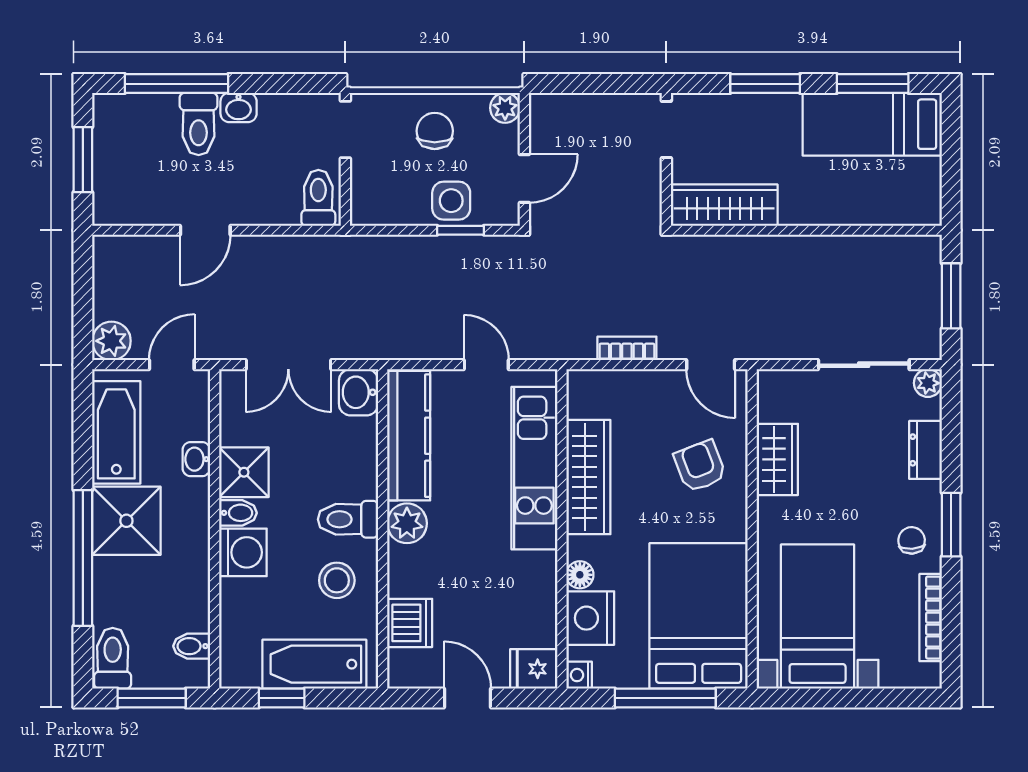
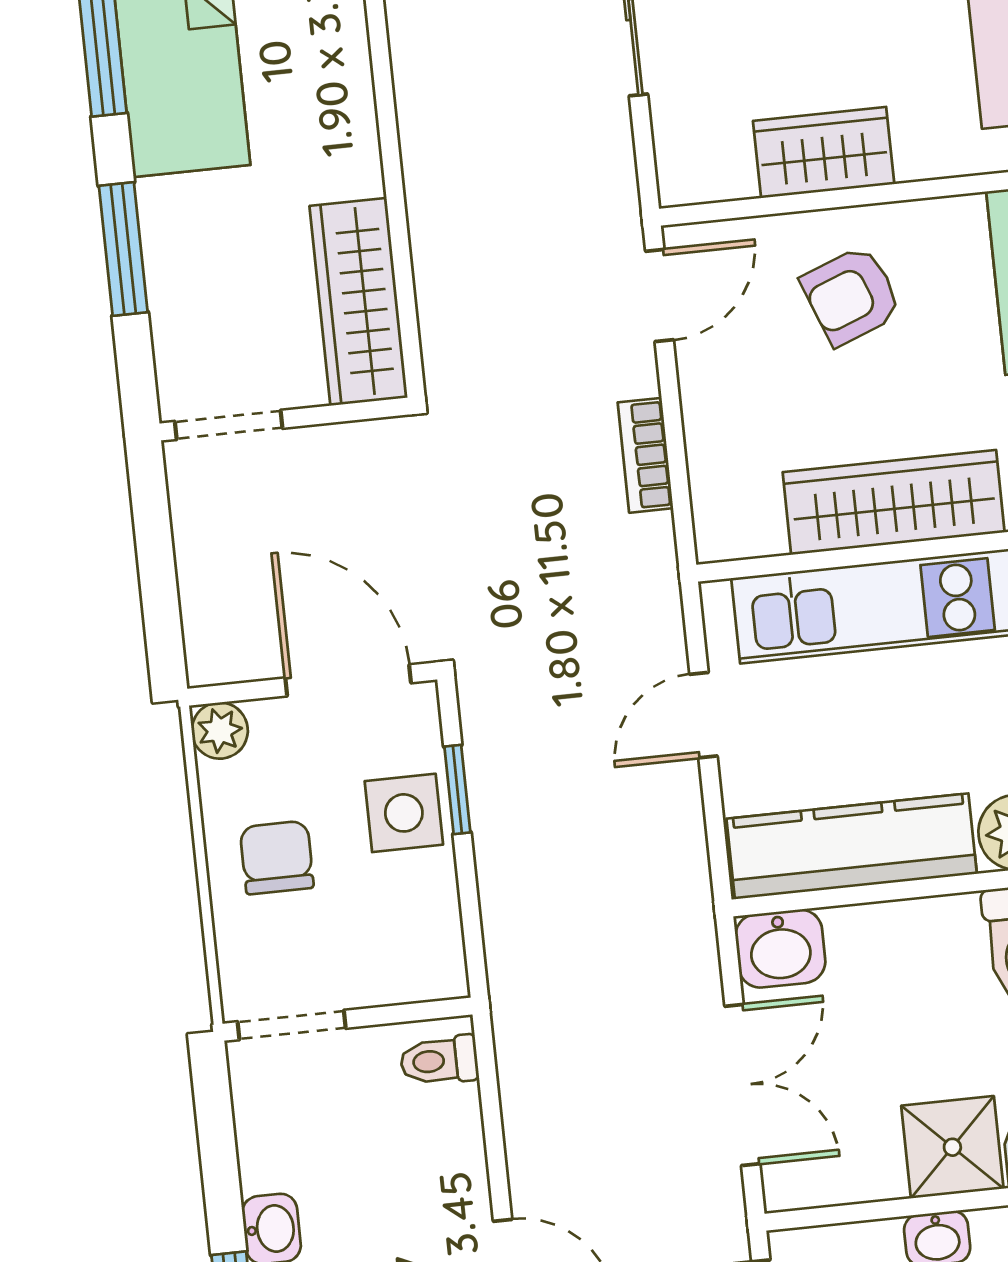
chair: (435, 131) -> (277, 858), turned 90
door: (524, 178) -> (348, 680), width x1.38
toilet: (318, 198) -> (439, 1060), width x0.73, depth x0.72

